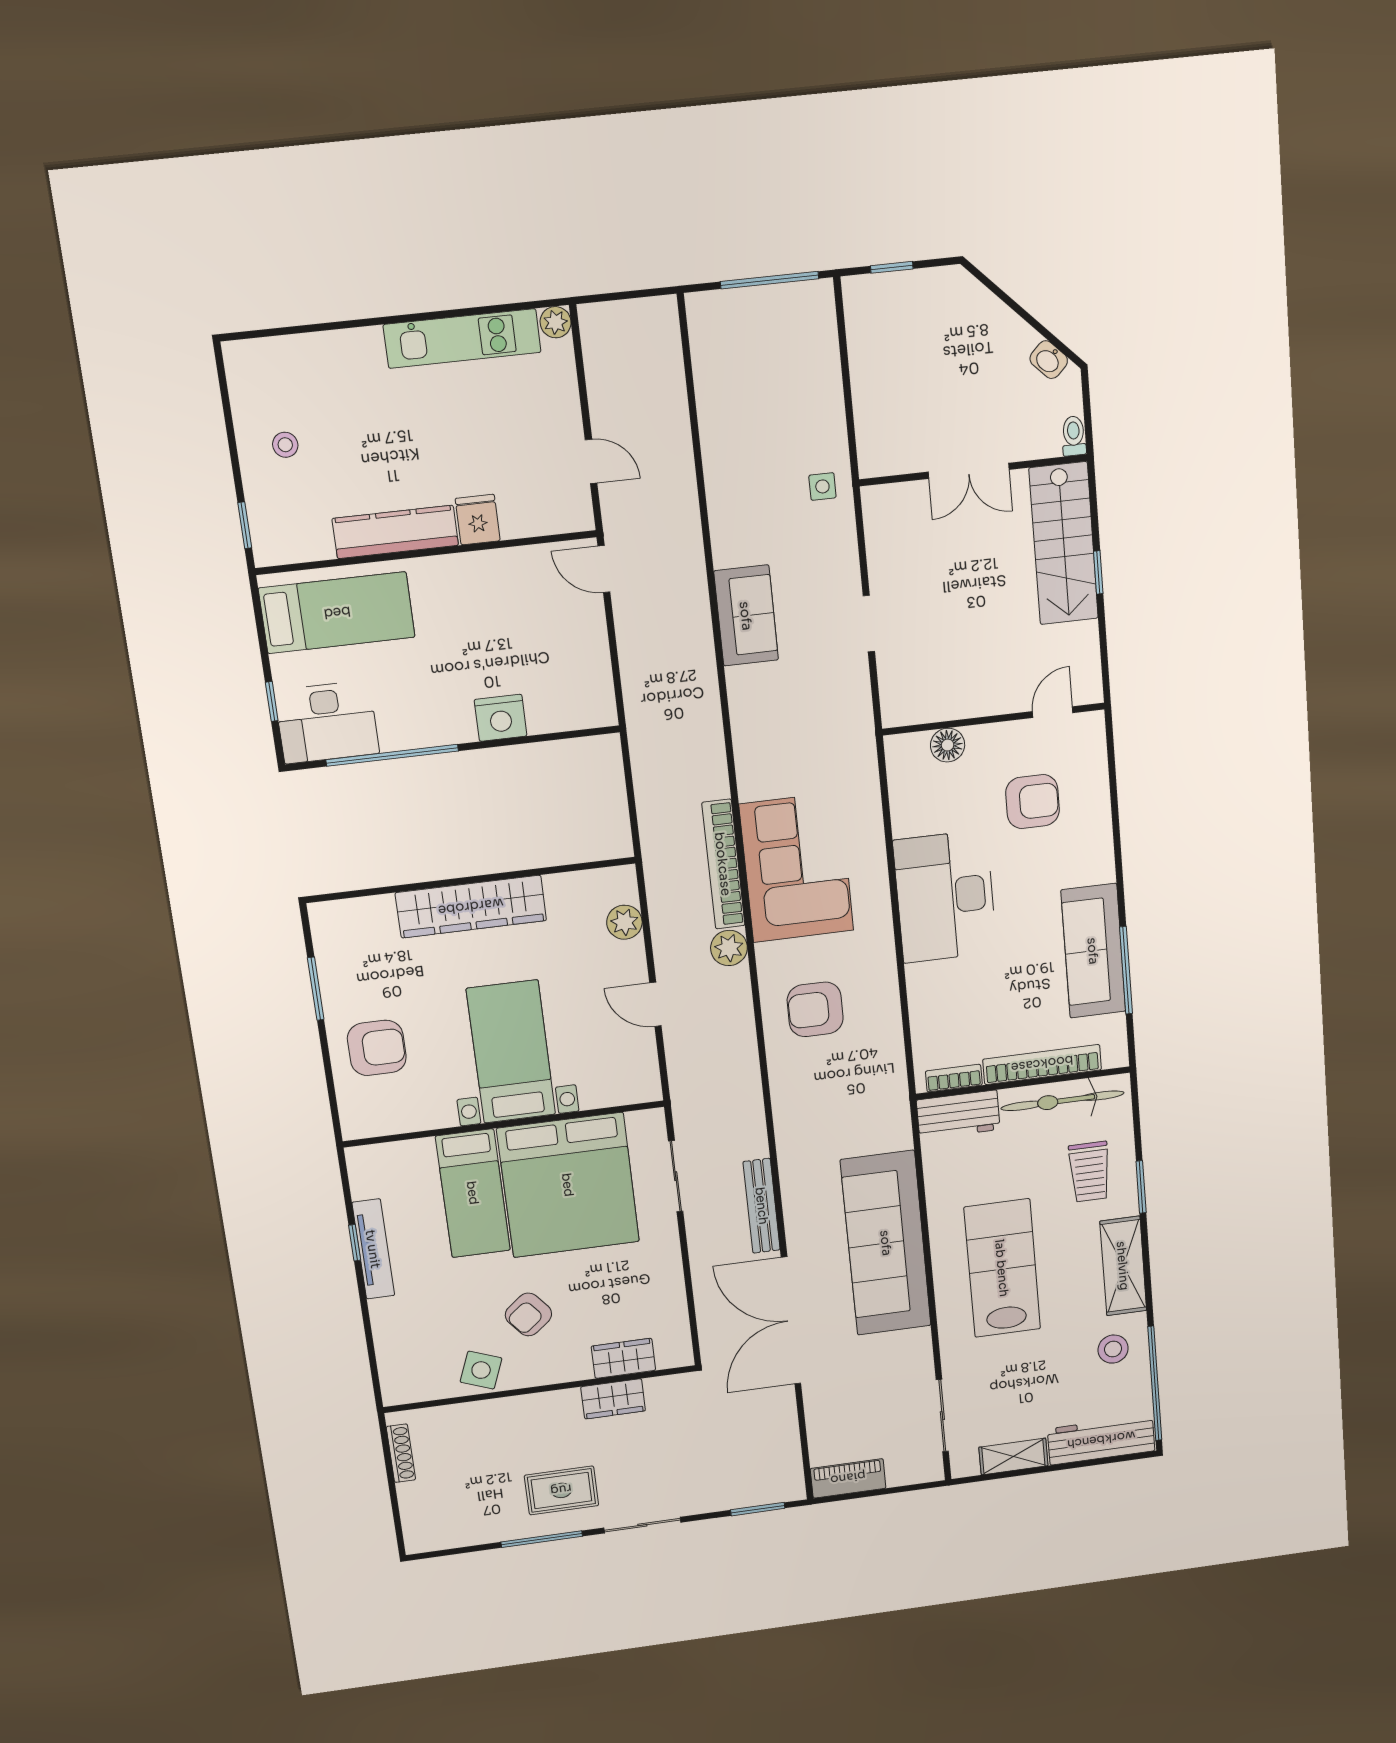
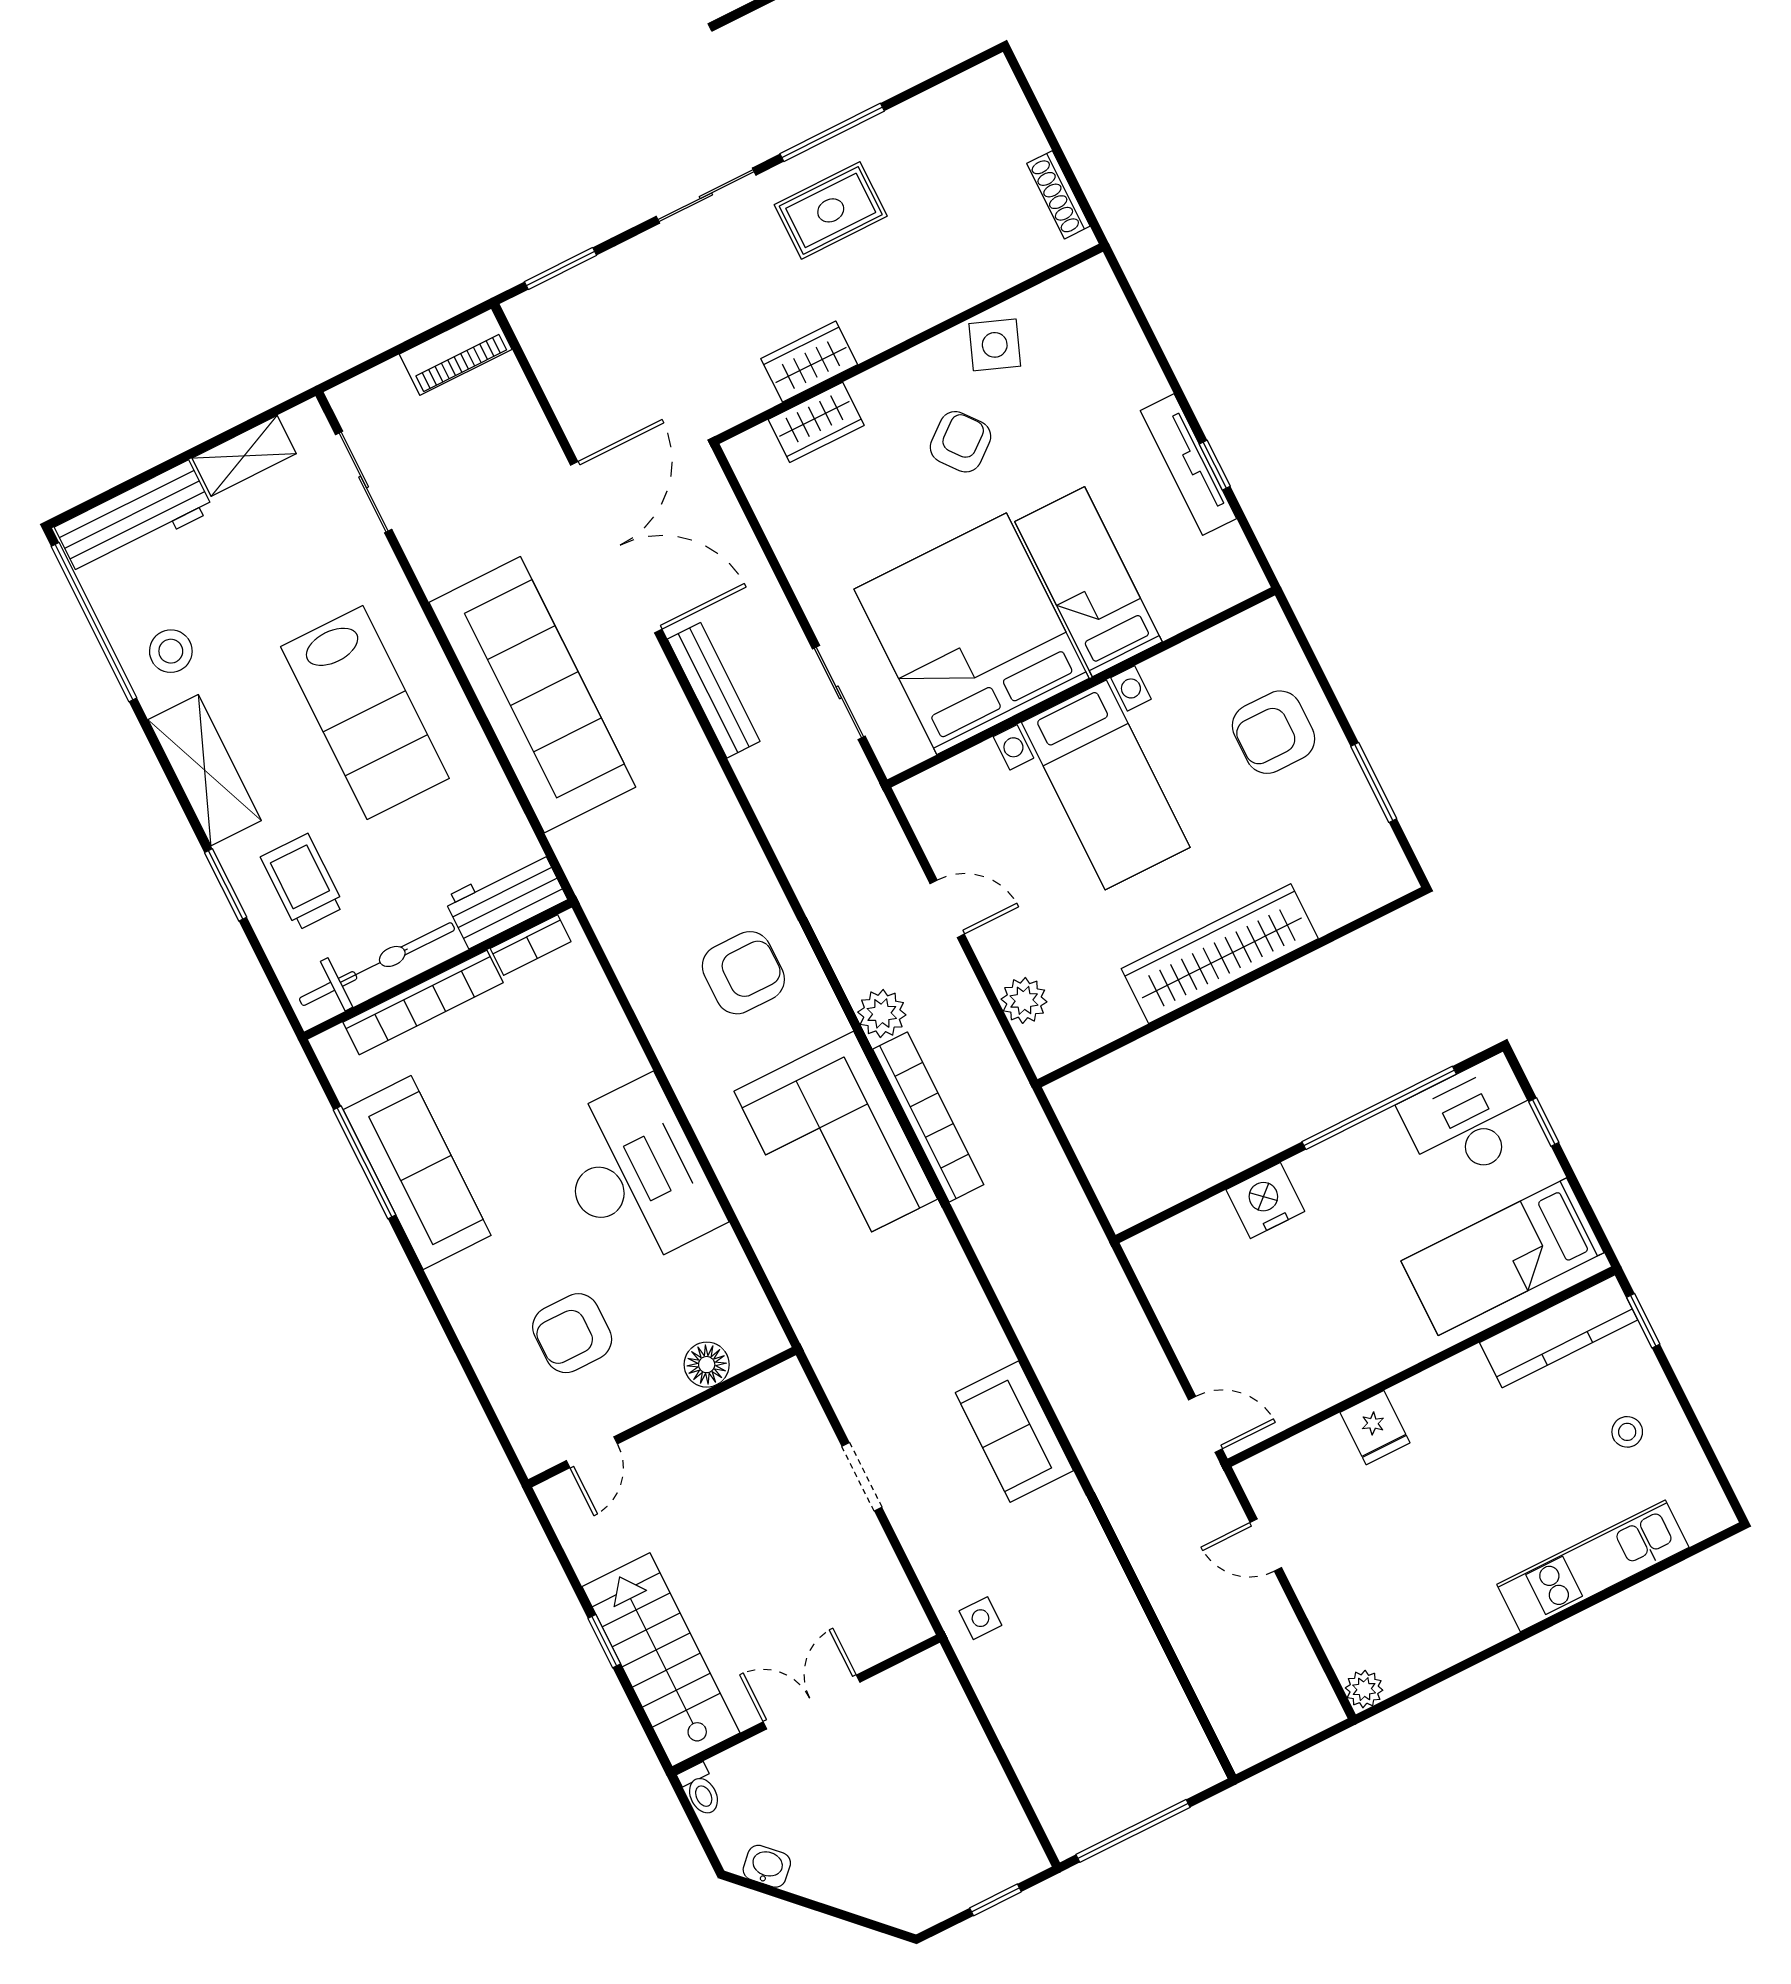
kitchen unit: (462, 339) -> (1593, 1566), moved
kitchen counter: (395, 532) -> (1559, 1331), moved

